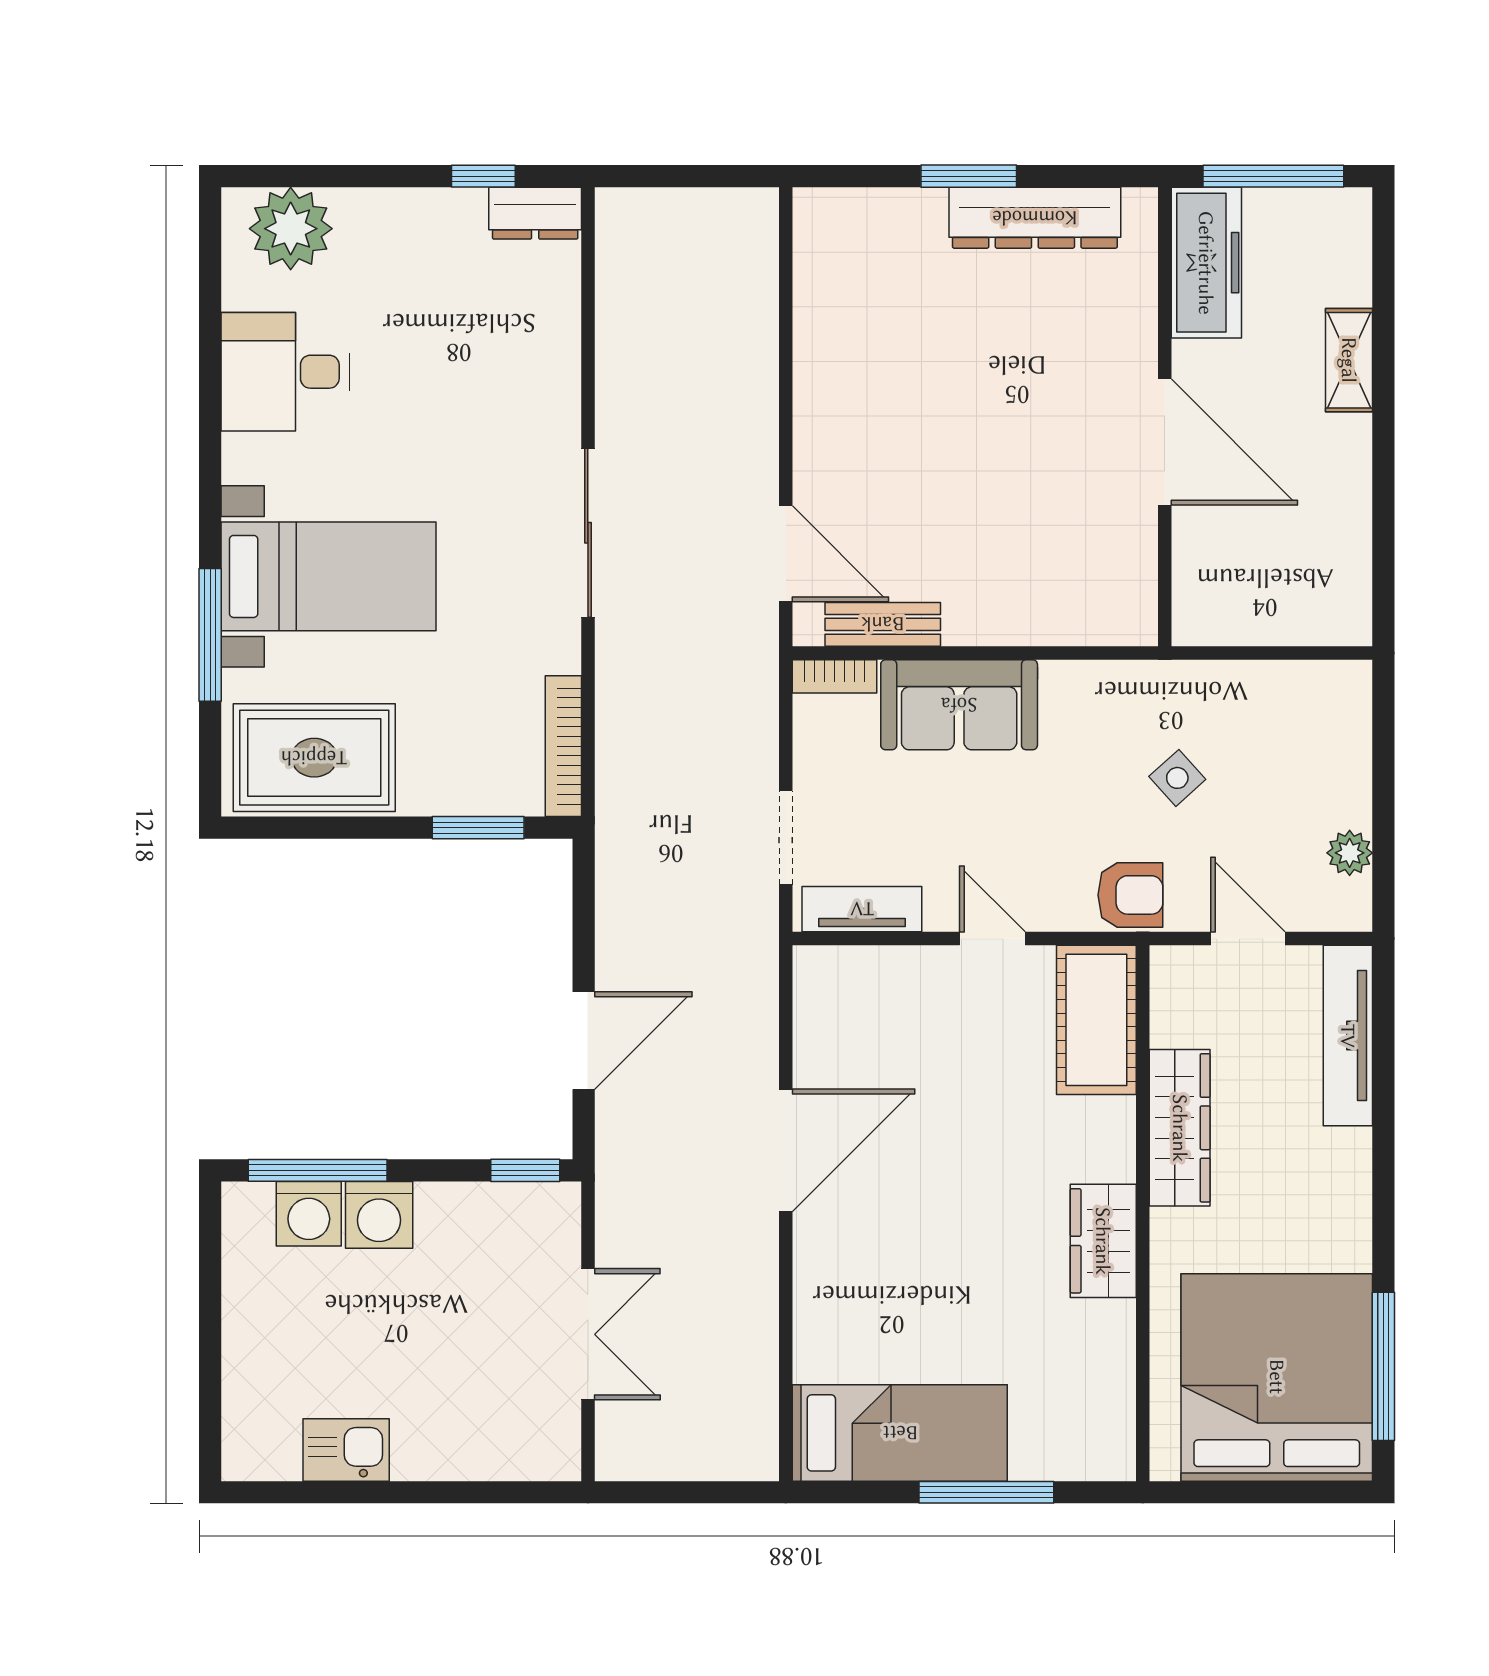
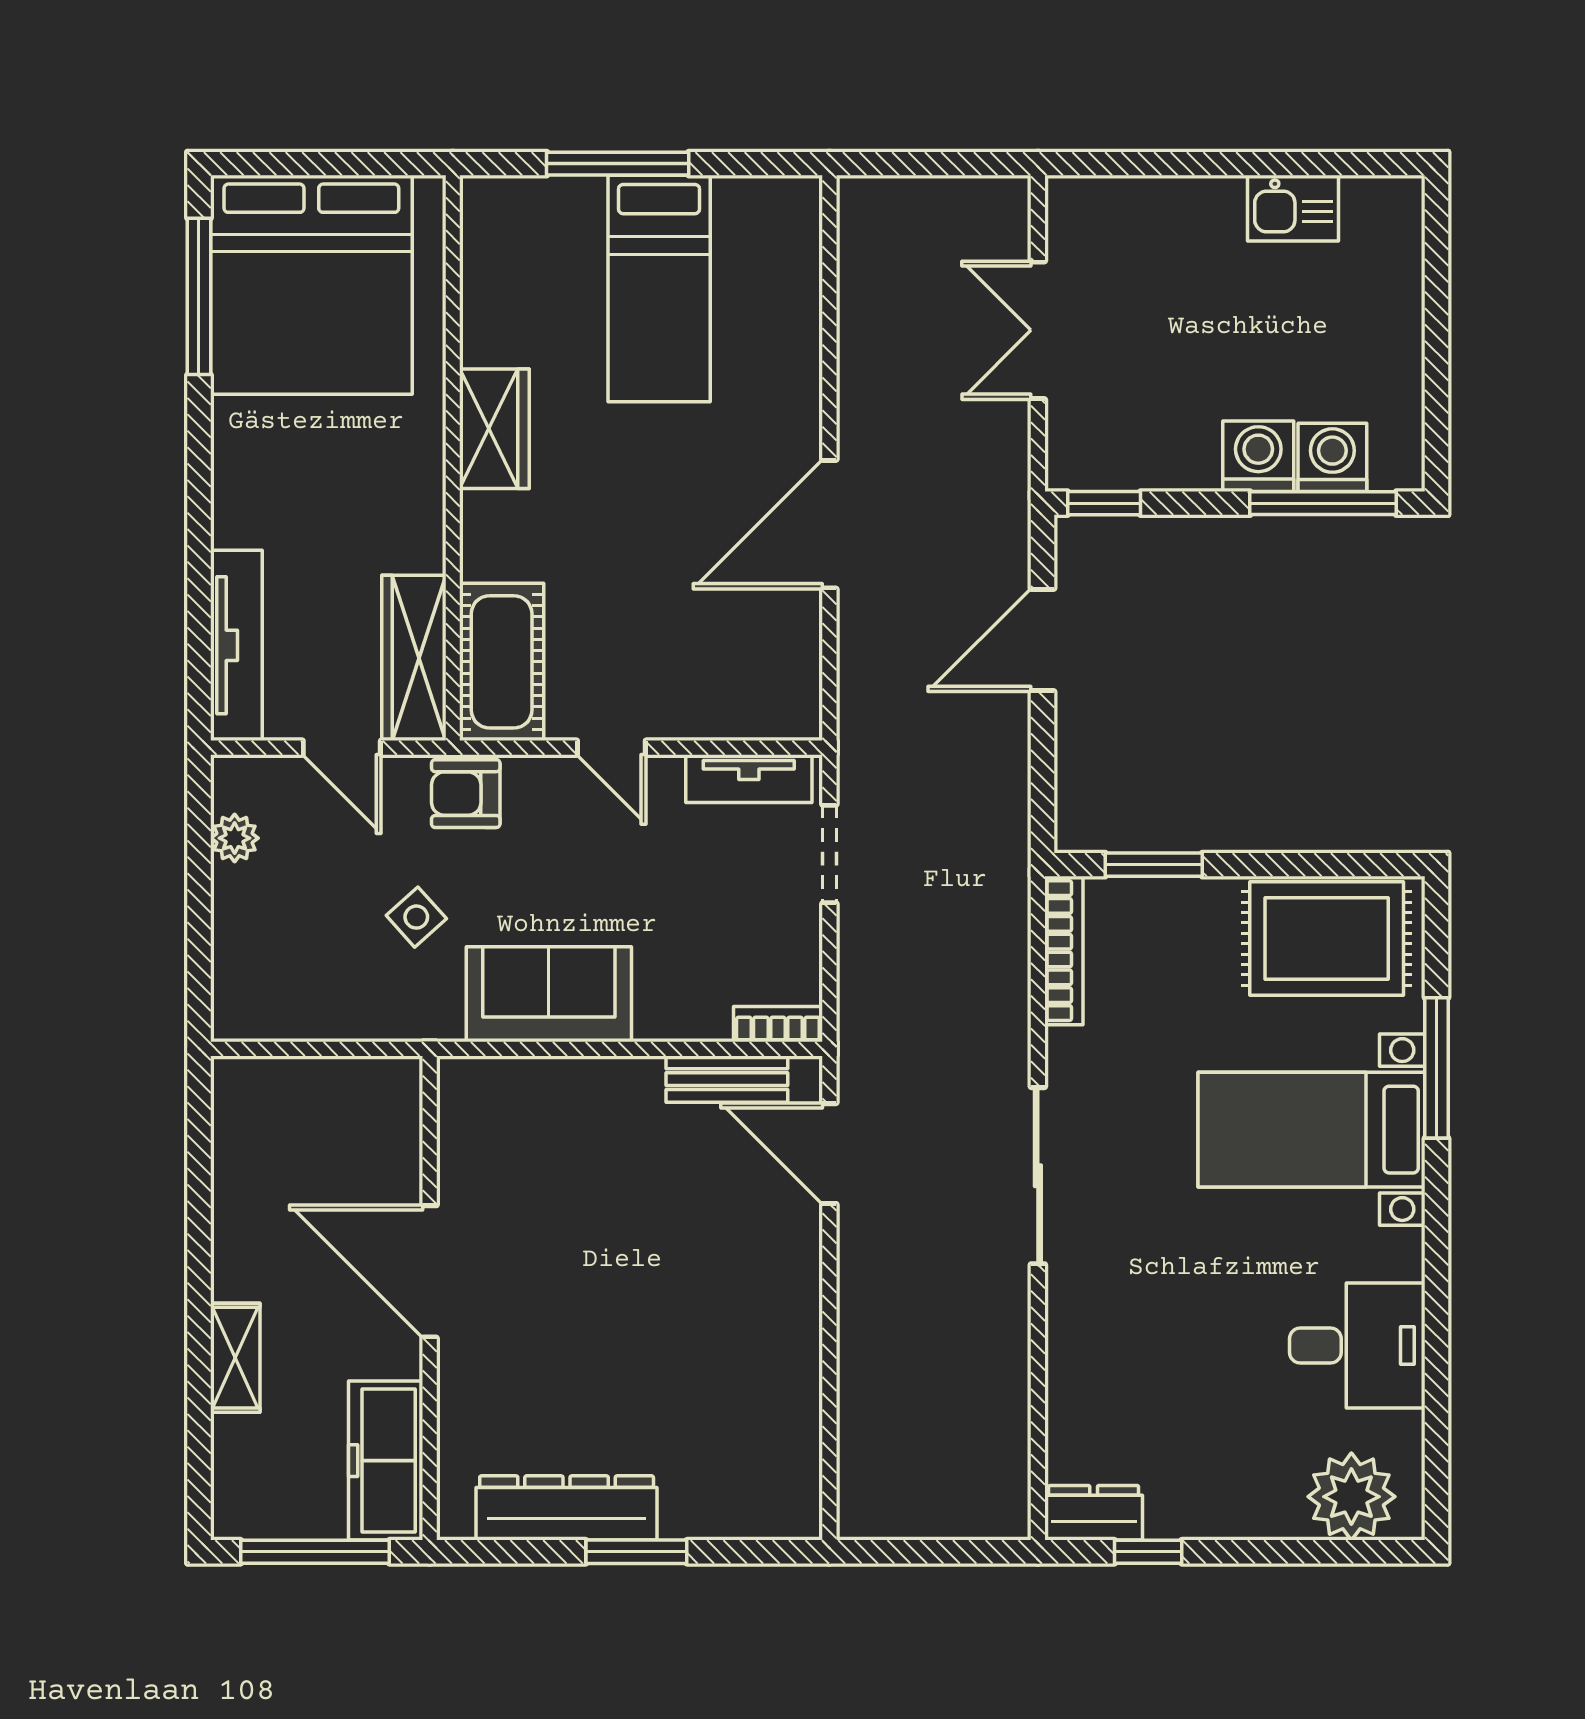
sofa: (959, 705) -> (549, 994), moved
wardrobe: (1180, 1128) -> (414, 658), moved
bed: (900, 1433) -> (659, 289), moved, turned -90

